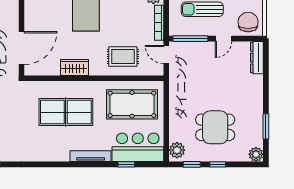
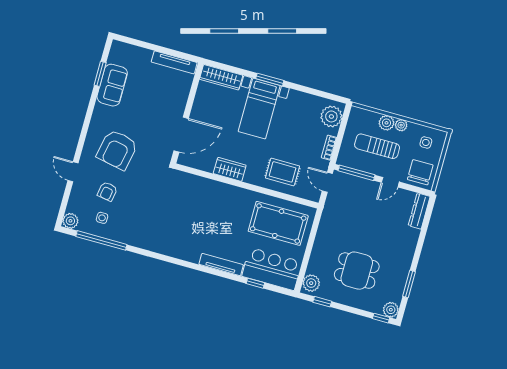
bookcase: (159, 23) -> (329, 148), width x0.64
table tennis table: (66, 112) -> (208, 213), removed
window: (218, 164) -> (381, 318), moved

